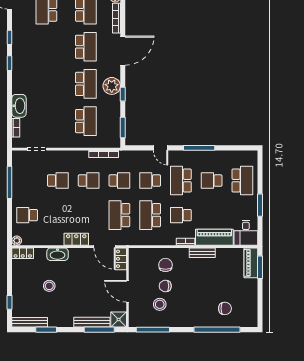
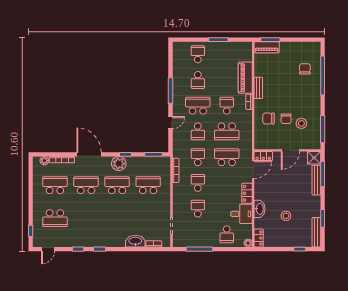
school desk: (181, 181) -> (198, 106), turned 180
school desk: (242, 181) -> (198, 54), width x0.54
school desk: (119, 215) -> (227, 157), turned 180
school desk: (181, 215) -> (227, 106), turned 180
desk: (246, 233) -> (242, 214), moved

